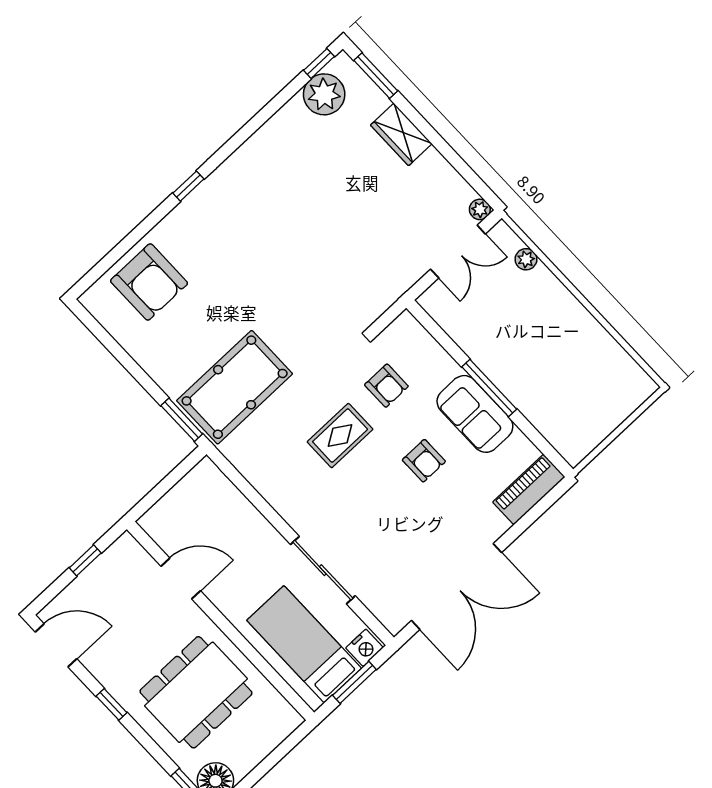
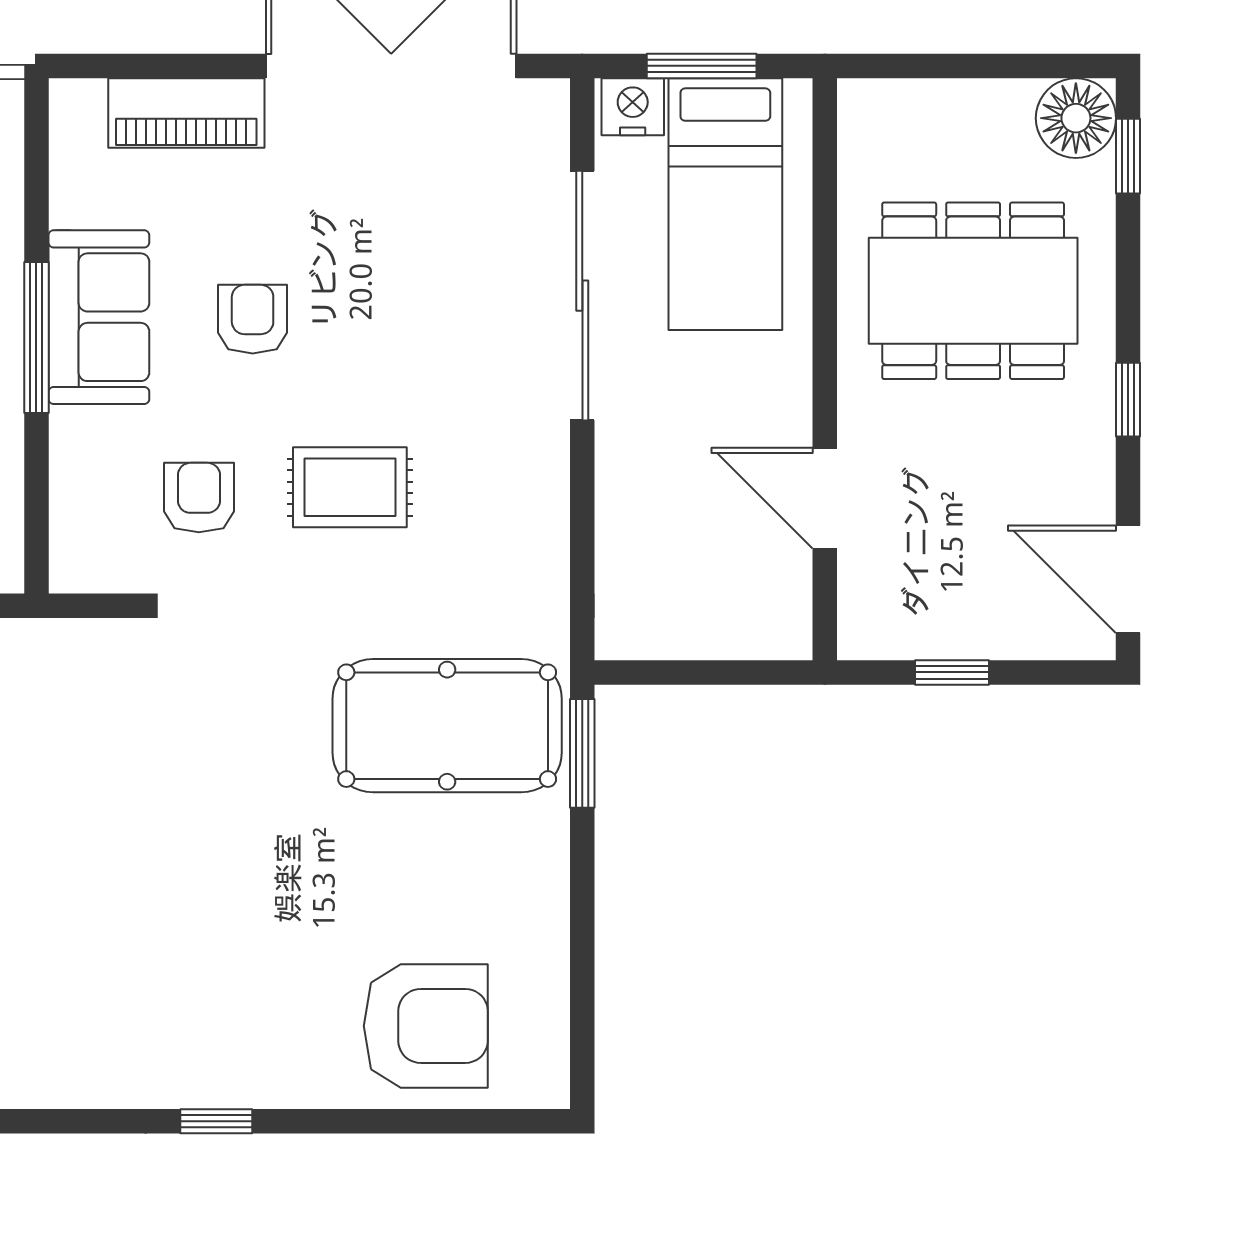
armchair: (149, 282) -> (426, 1026), turned 90
piano: (529, 490) -> (186, 113), moved
sliding door: (323, 570) -> (582, 296), width x1.36

